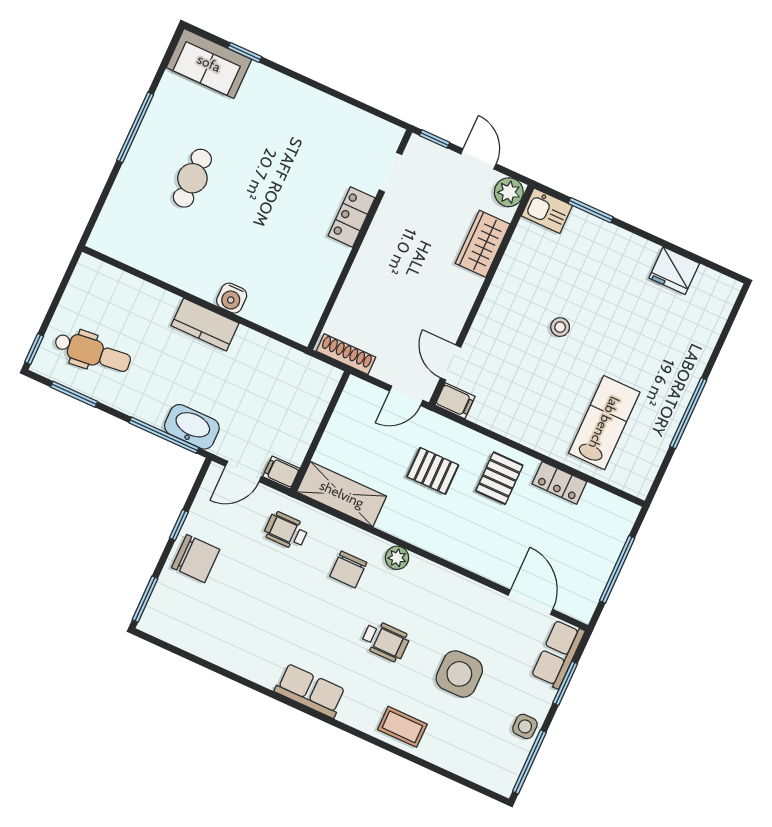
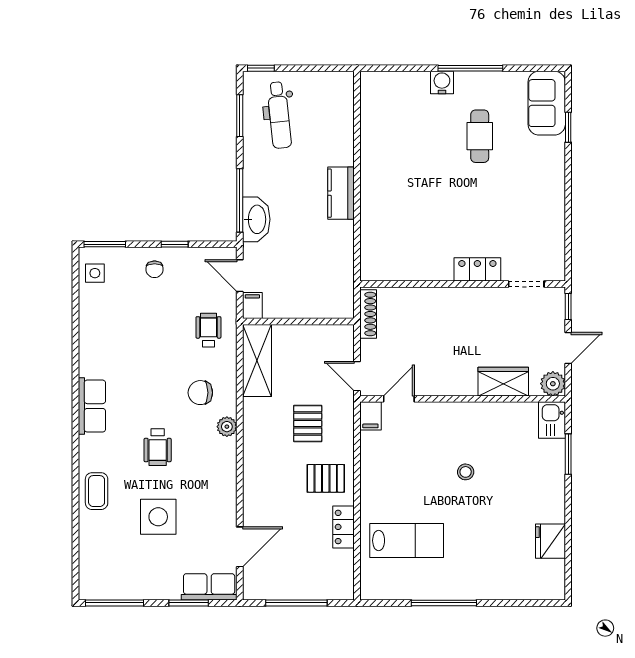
cafe table: (192, 178) -> (480, 136), moved, turned 90
water cooler: (232, 298) -> (442, 82), moved, turned 90
chair: (196, 559) -> (155, 269), width x0.54, depth x0.54
side table: (525, 726) -> (95, 273), moved

